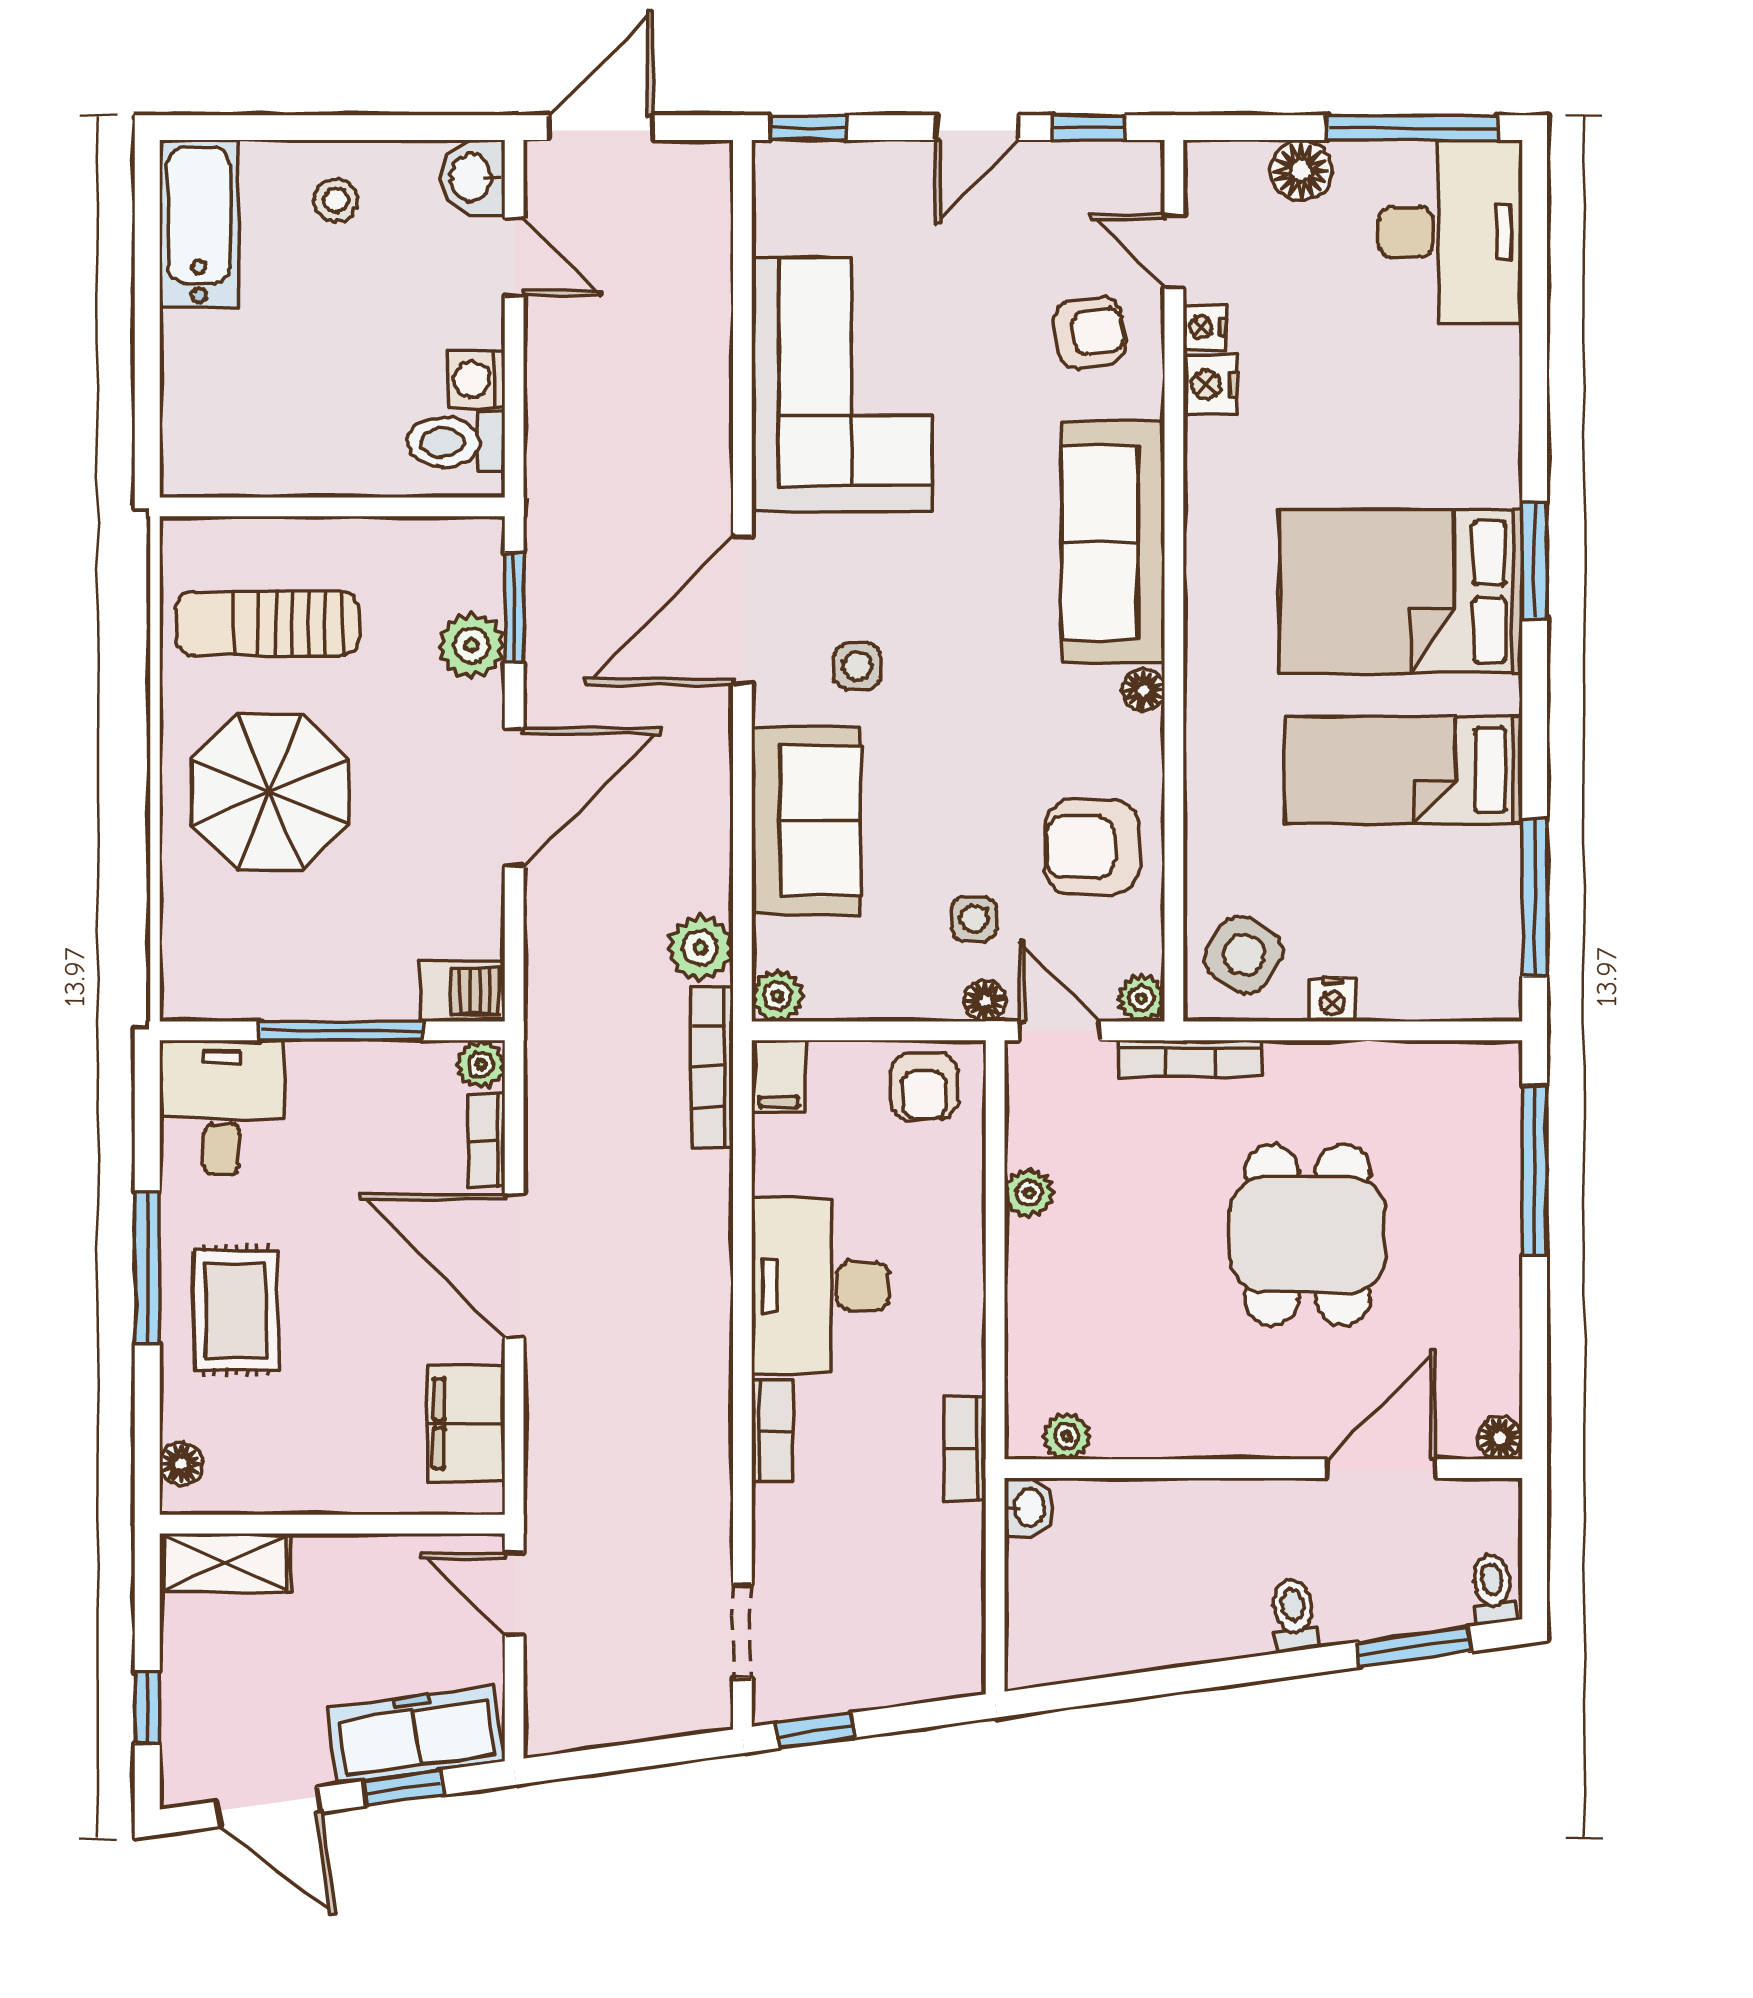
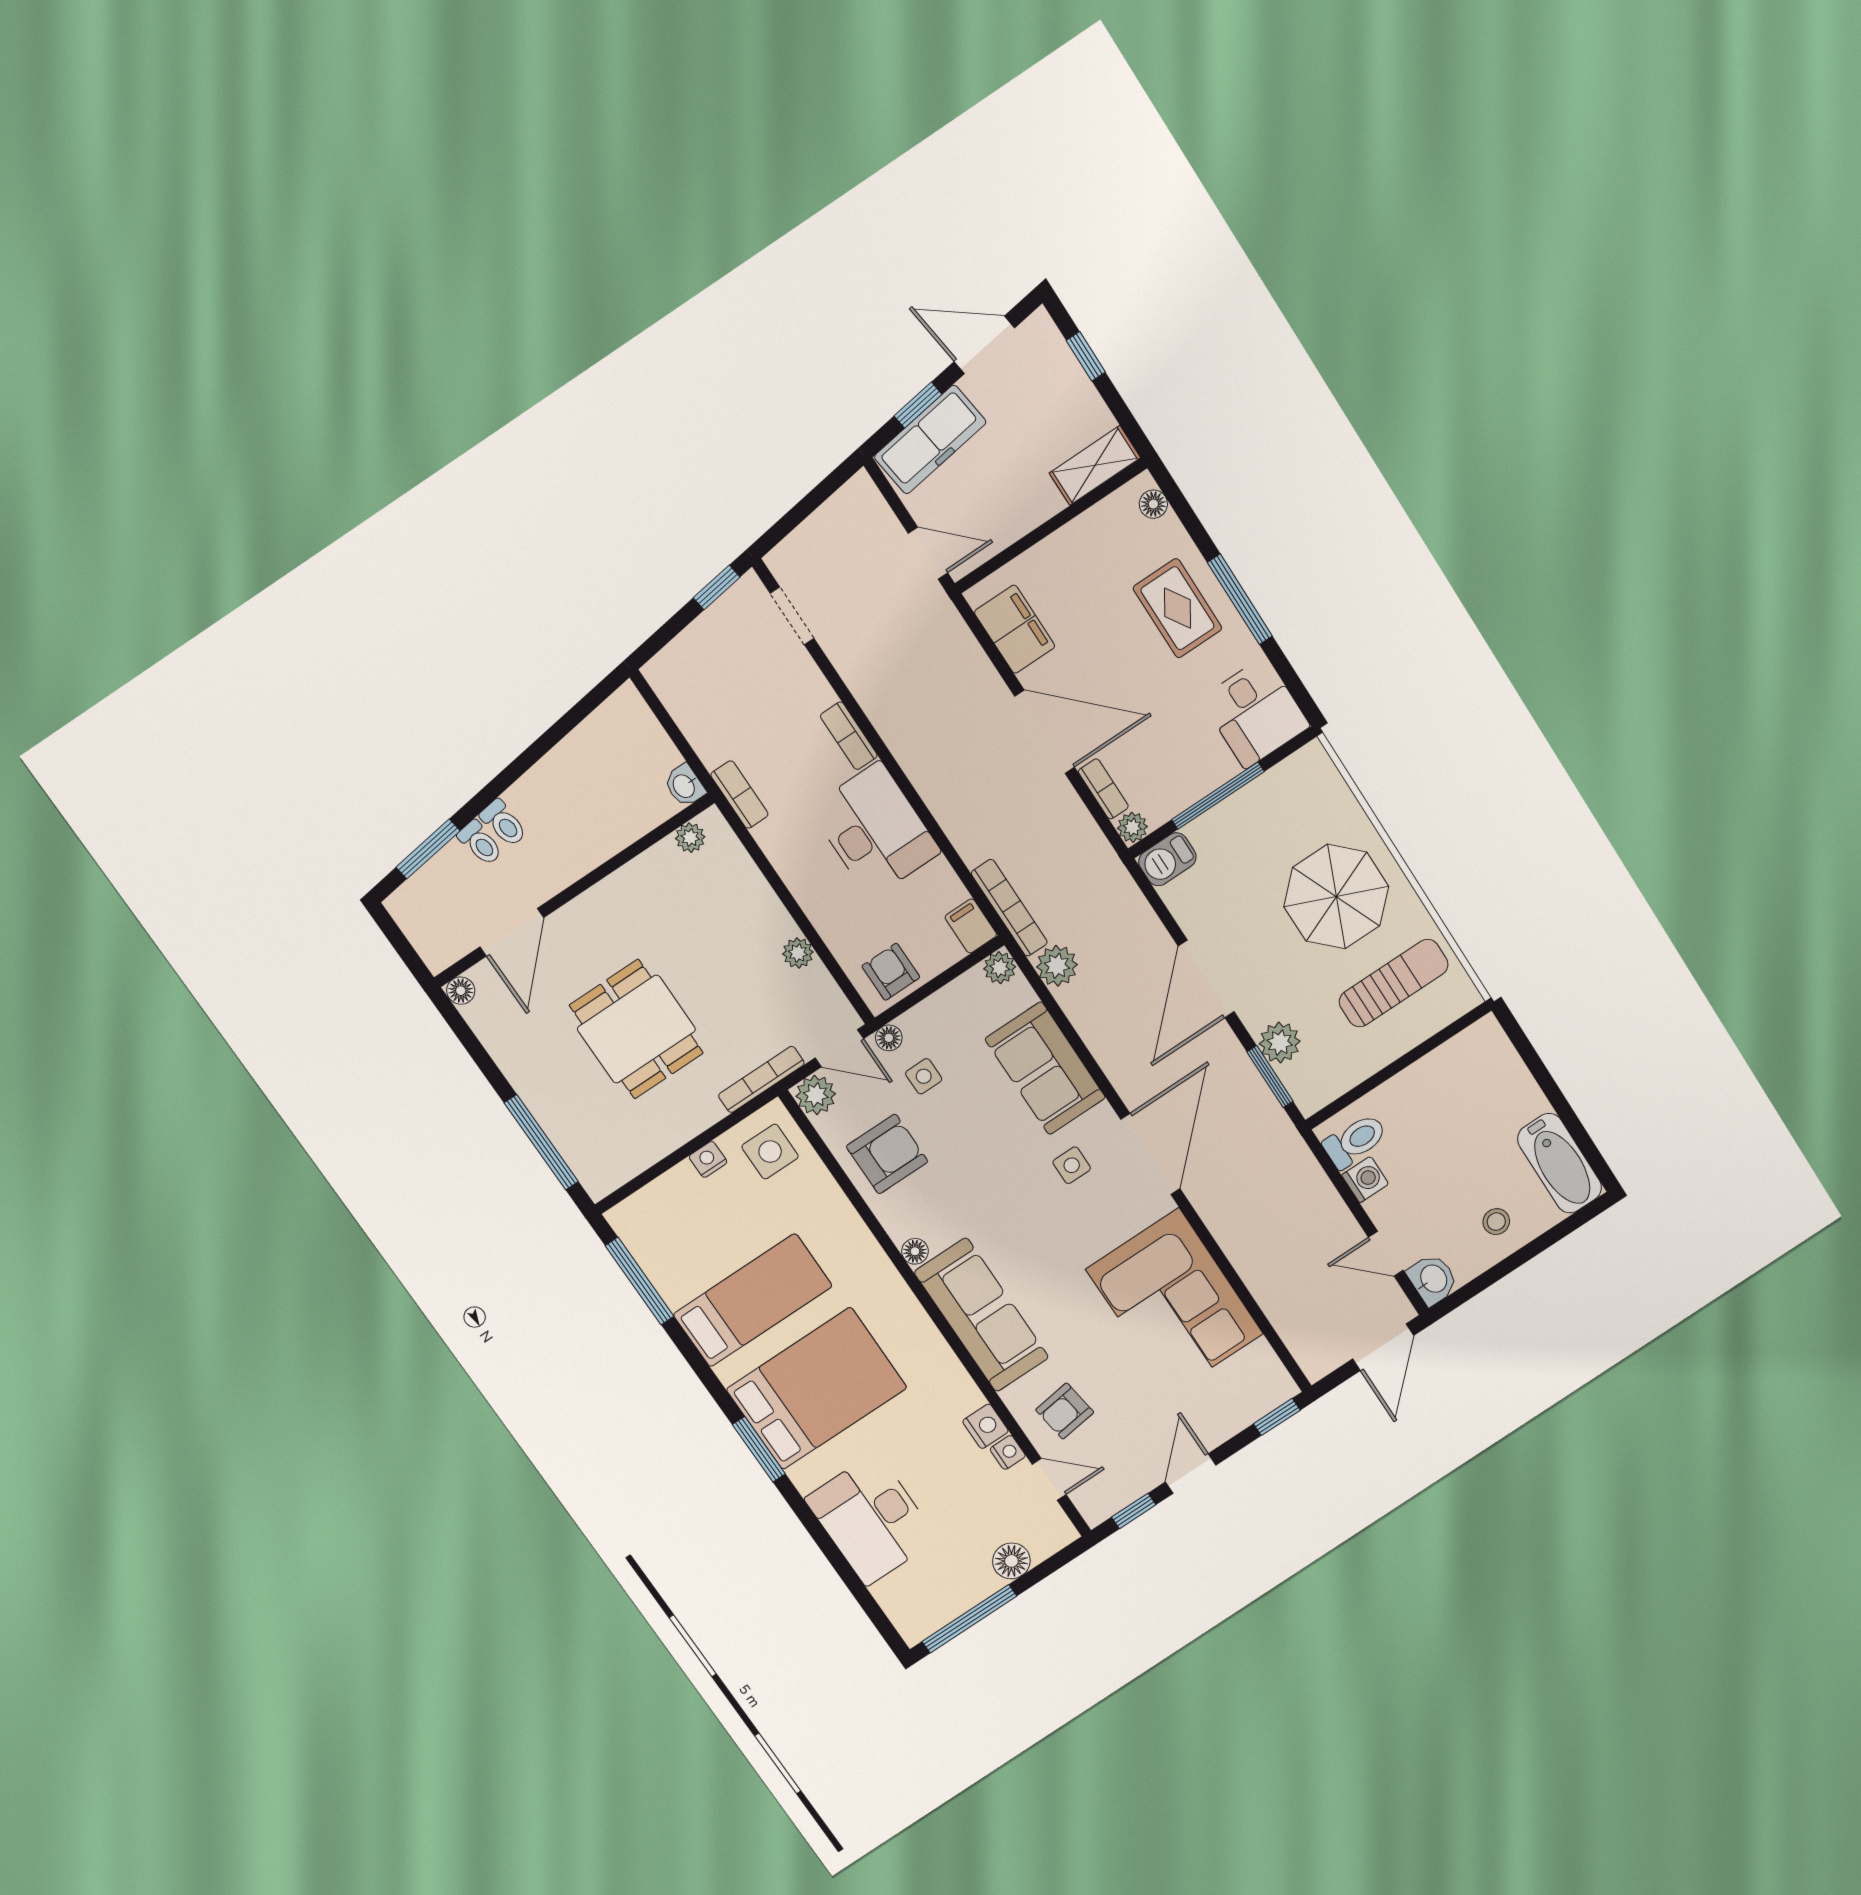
desk: (1450, 232) -> (871, 1519), moved
side table: (1244, 955) -> (770, 1152), turned -31
plant: (1141, 998) -> (816, 1095), width x1.38, depth x1.38
toilet: (1493, 1589) -> (480, 843), moved

